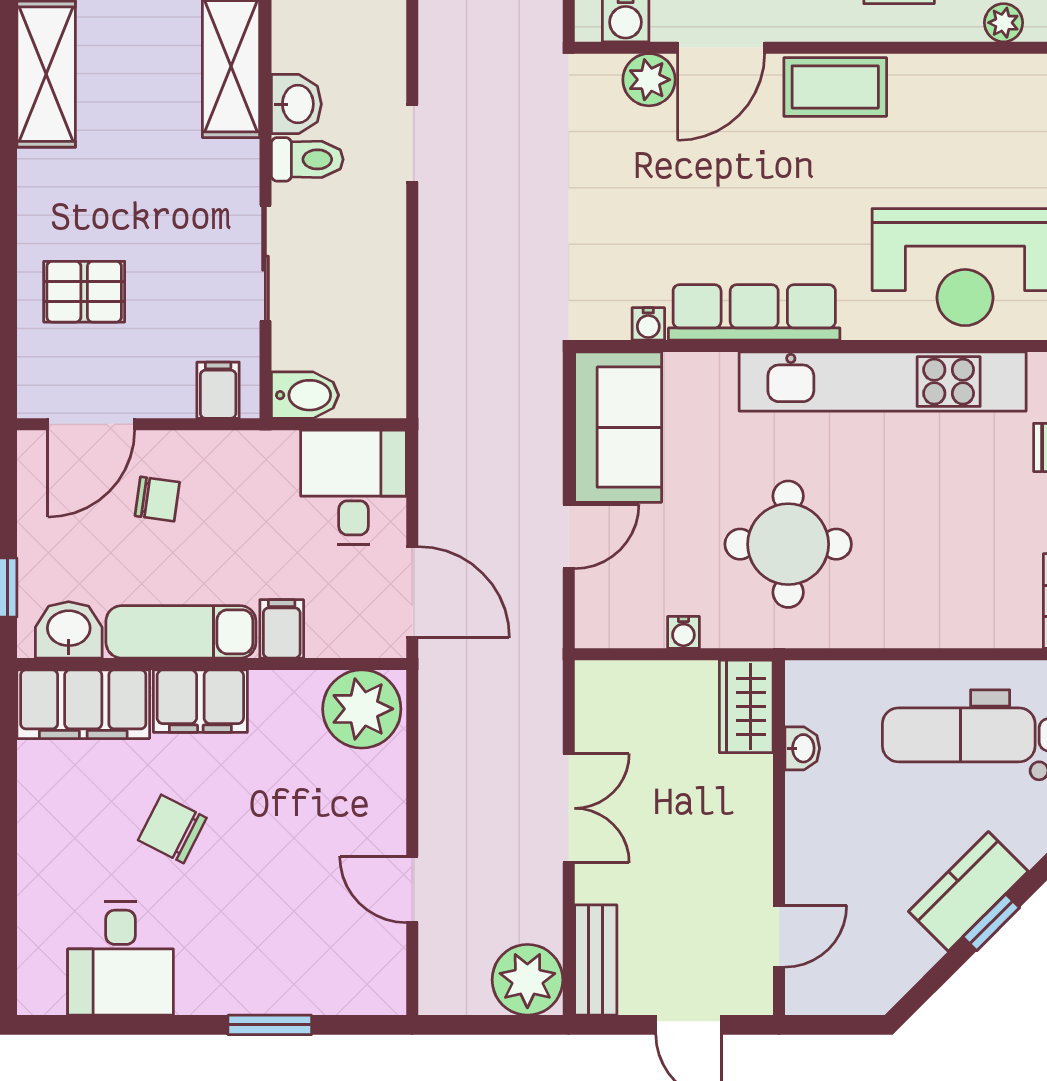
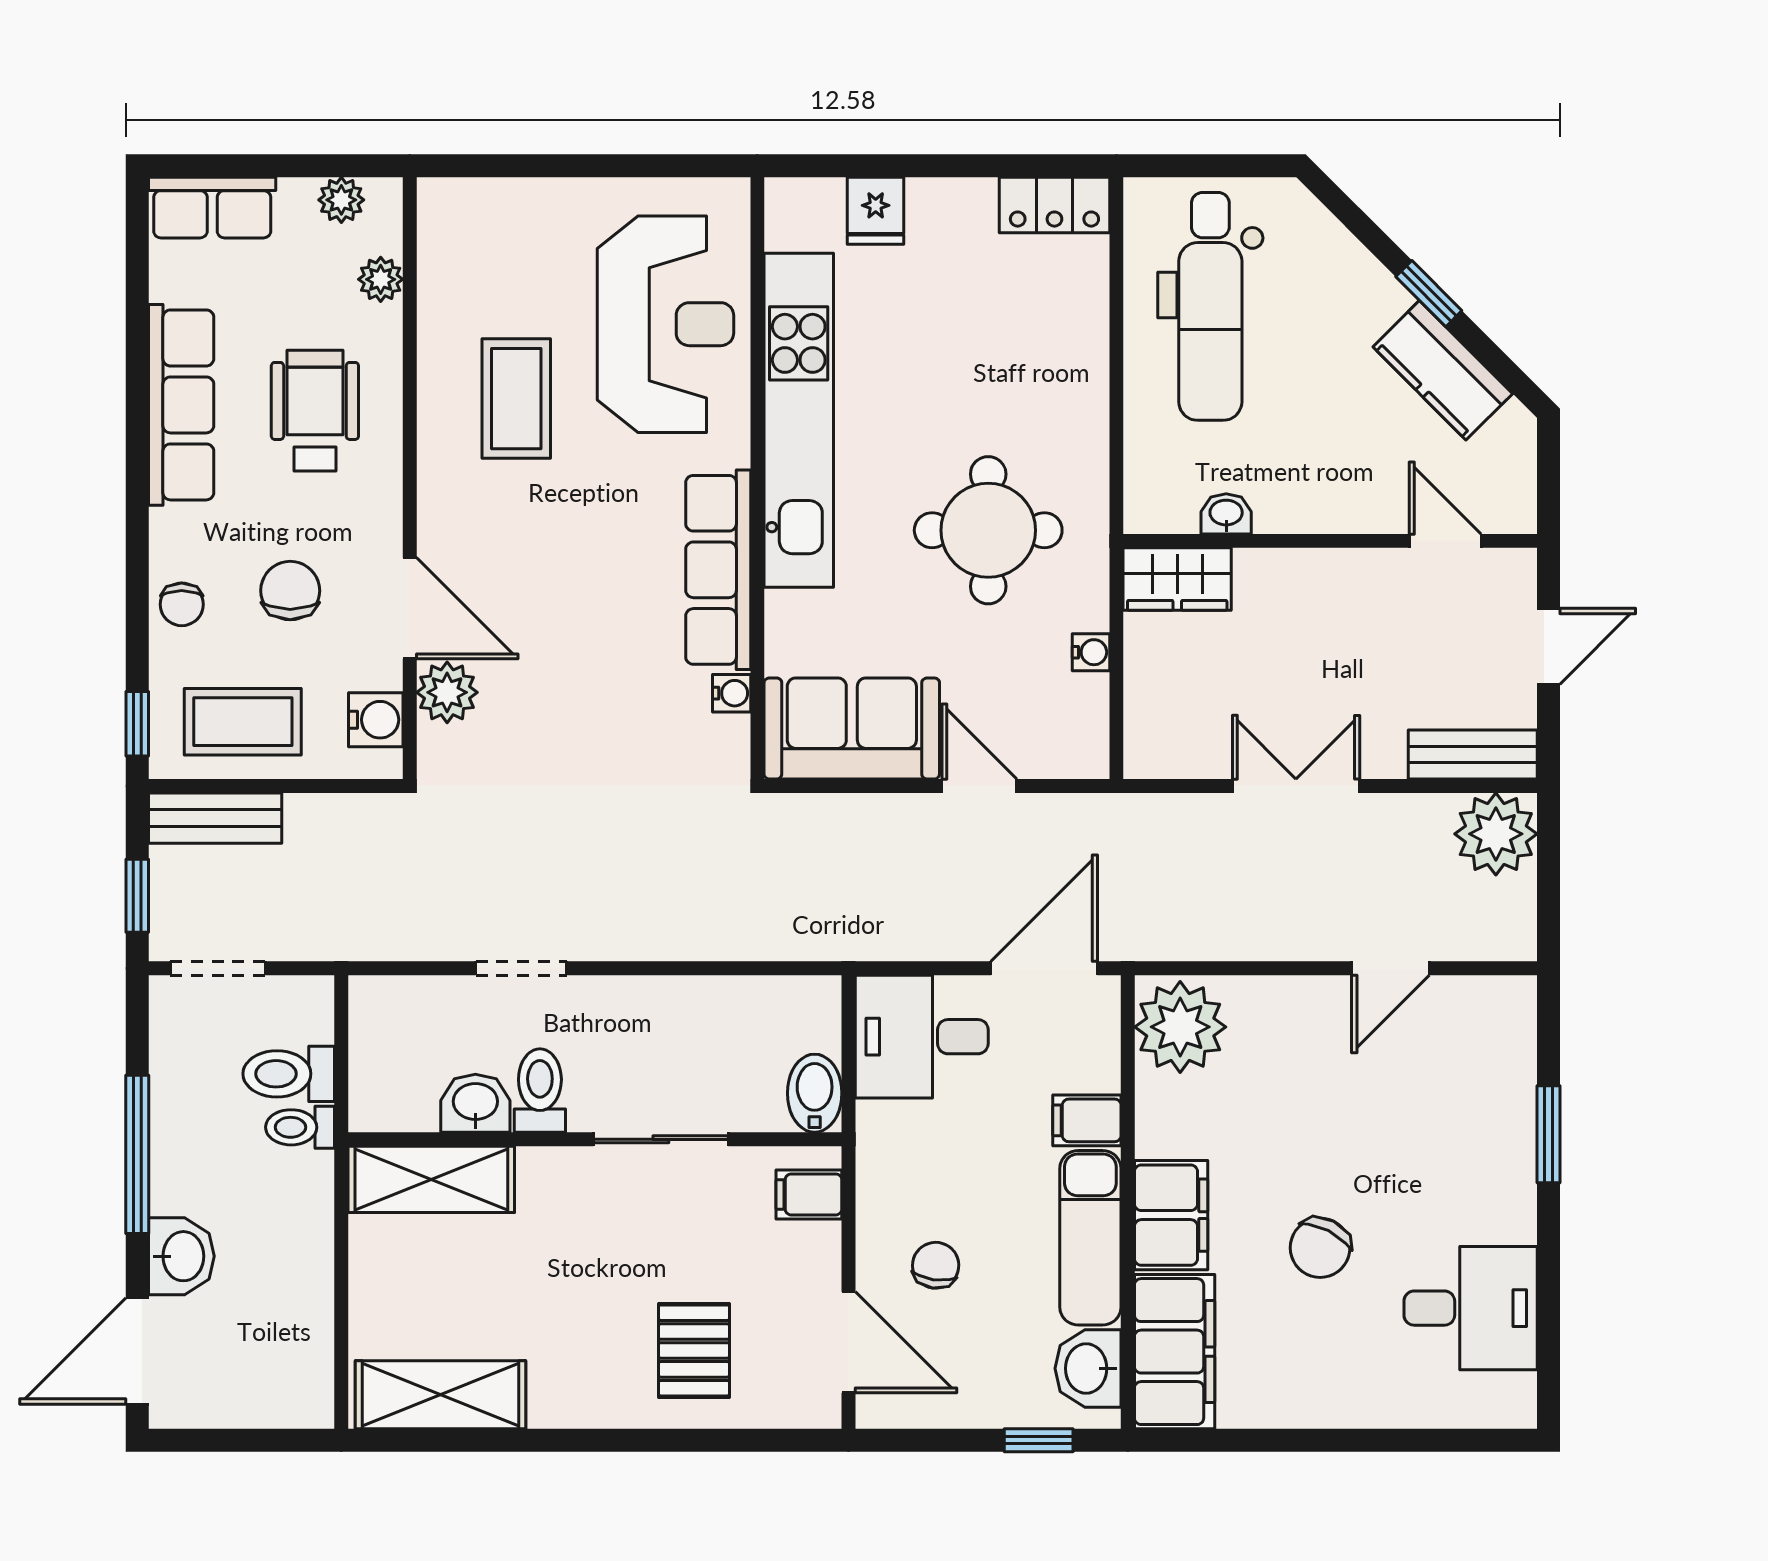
coffee table: (835, 87) -> (516, 399), moved
kitchen counter: (968, 891) -> (1443, 370), moved

